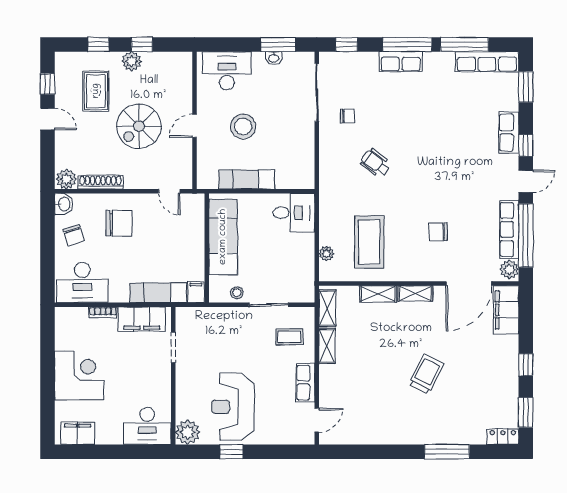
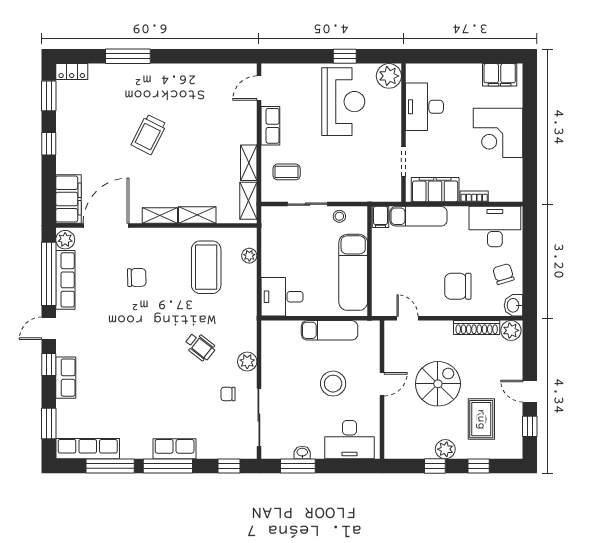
plant: (328, 148) -> (247, 362), added
desk: (147, 426) -> (424, 107), moved, turned -90

